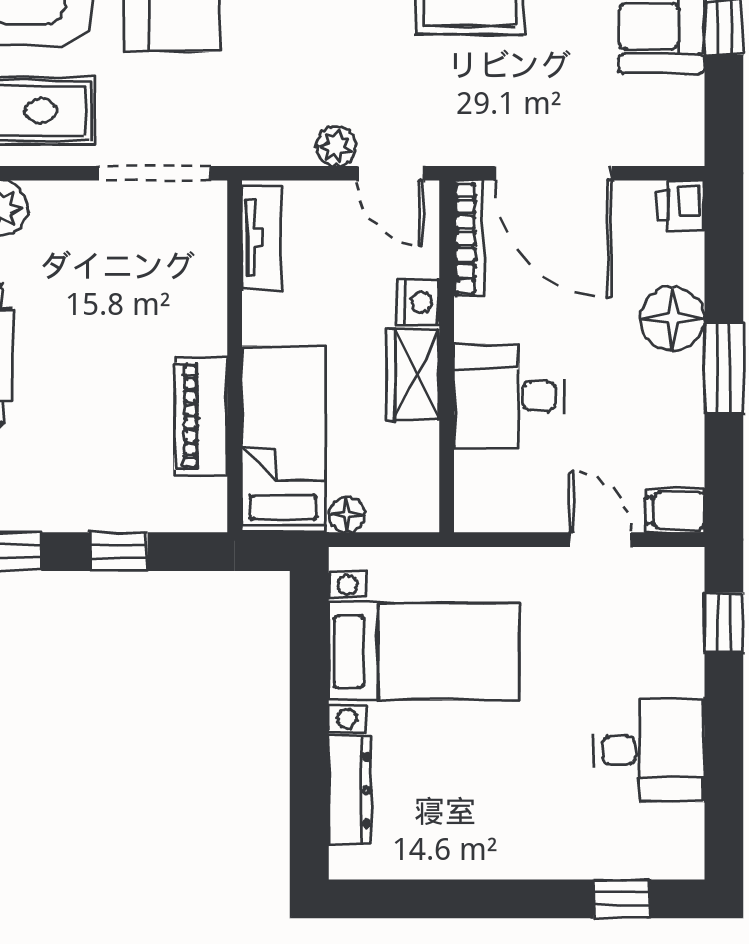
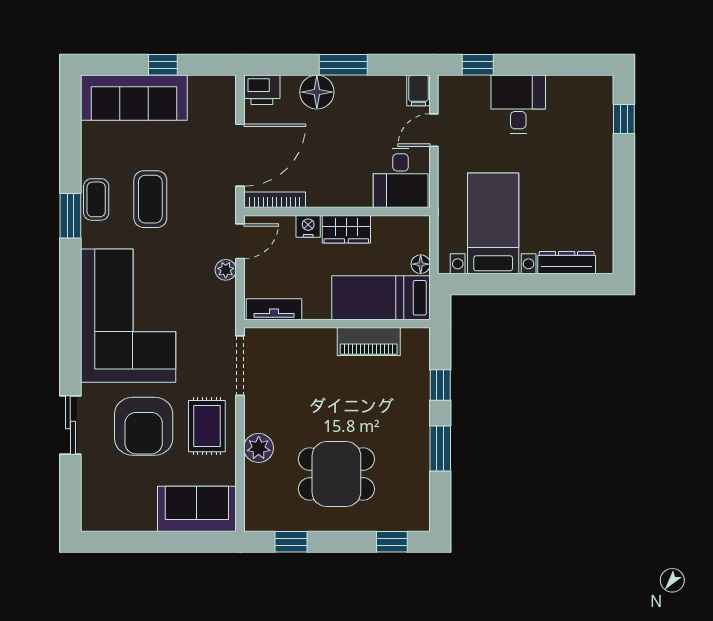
printer: (682, 205) -> (262, 90), width x1.36, depth x1.24
desk: (509, 396) -> (401, 178), moved
desk: (649, 751) -> (518, 104), moved

